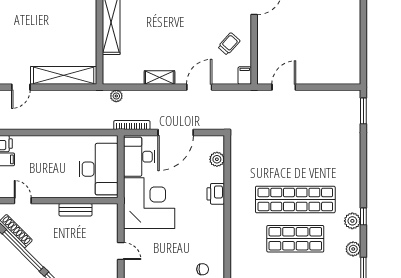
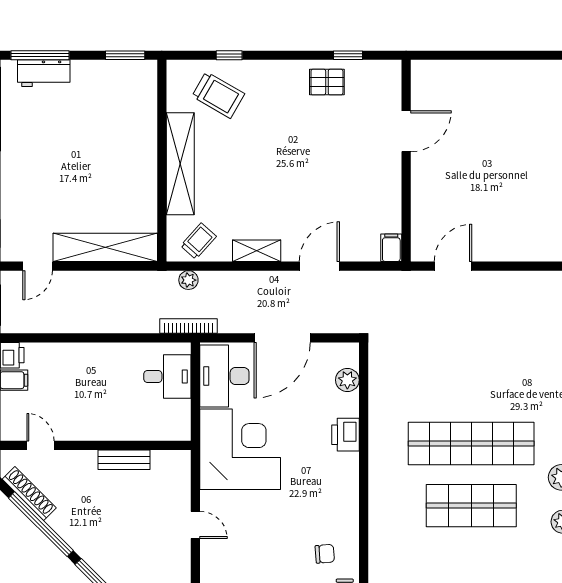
trolley: (229, 44) -> (198, 241), moved
bookcase: (132, 125) -> (188, 326), moved
desk: (99, 169) -> (167, 376), width x0.53, depth x0.77

